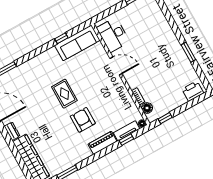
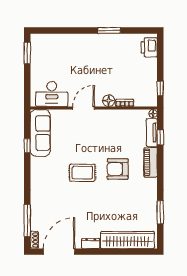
floor lamp: (147, 108) -> (109, 101), moved

